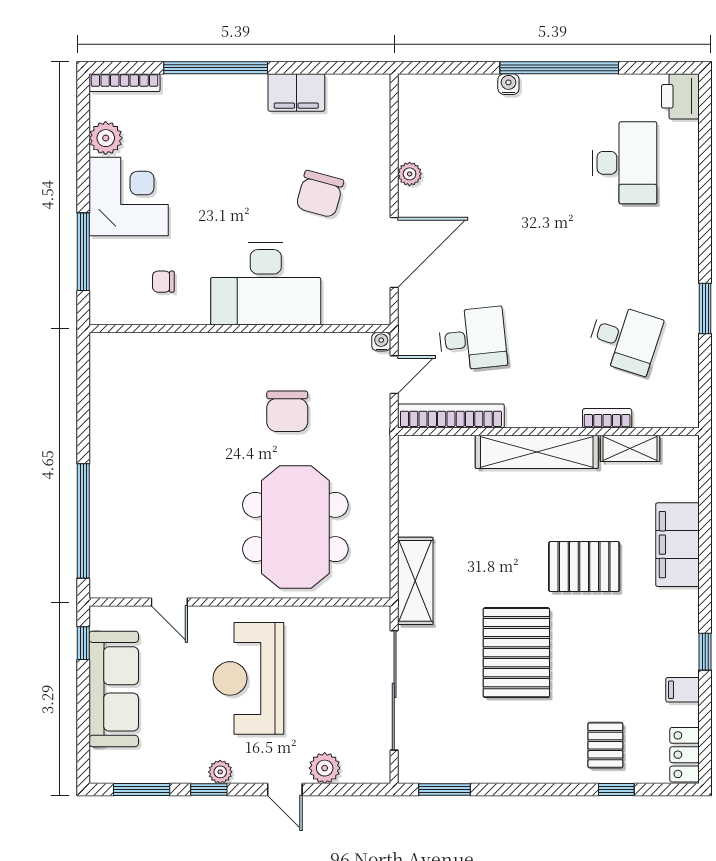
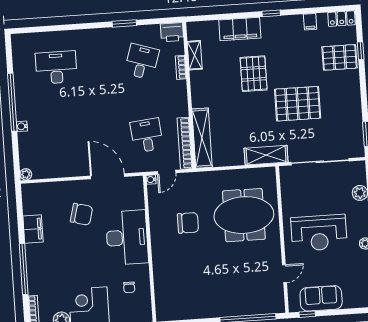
printer: (680, 96) -> (172, 32), moved
plant: (410, 174) -> (26, 174), moved
door: (394, 375) -> (167, 172), swing flipped
shelving: (537, 452) -> (202, 138), moved
window: (705, 652) -> (271, 13), moved
sofa: (114, 689) -> (321, 298), width x0.73
pallet: (605, 745) -> (340, 57), width x1.50, depth x1.42

